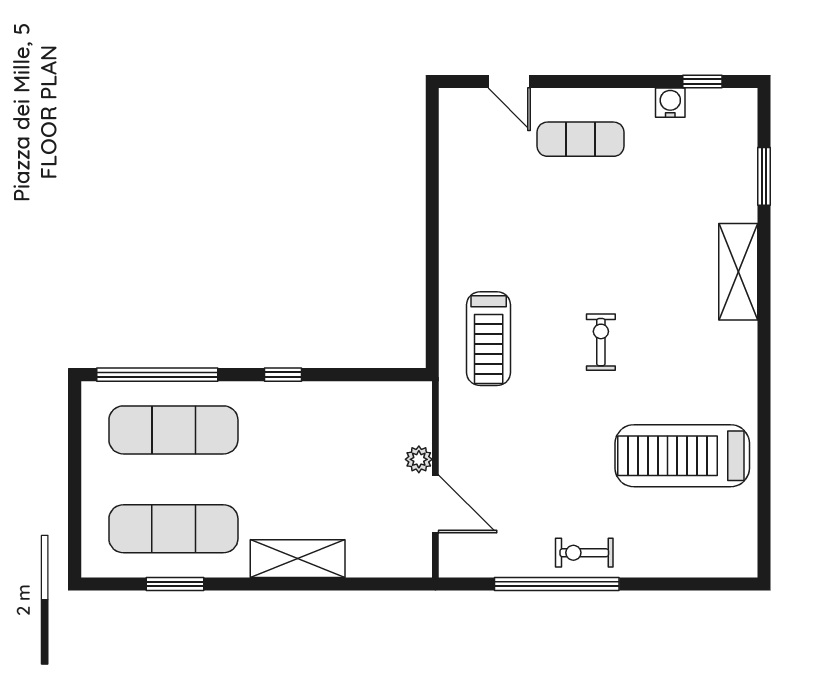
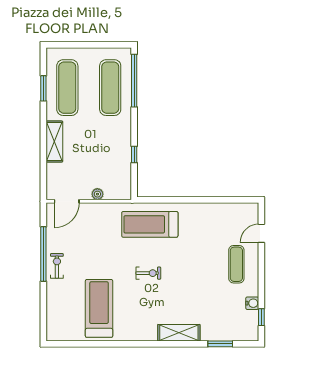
treadmill: (489, 339) -> (150, 224), width x1.37, depth x1.38
window: (283, 375) -> (134, 155), moved
door: (435, 504) -> (67, 201), moved

